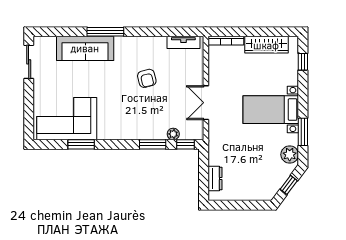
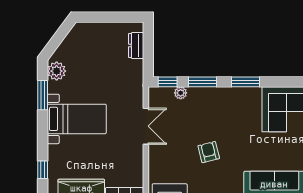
window: (81, 144) -> (246, 82), moved
window: (289, 185) -> (58, 39), removed

